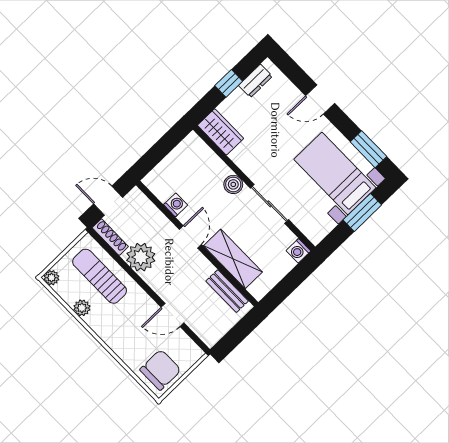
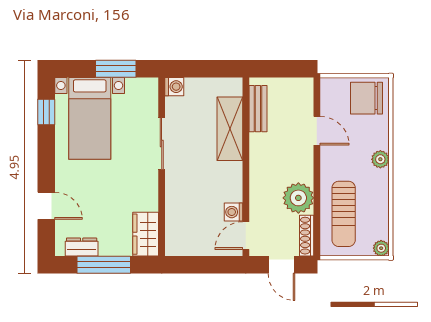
window: (229, 83) -> (104, 265), width x2.17
door: (320, 99) -> (46, 206), moved
window: (368, 149) -> (46, 112), width x0.67
boiler: (233, 184) -> (175, 185), removed
window: (362, 212) -> (116, 69), moved
door: (190, 237) -> (246, 236), moved
plant: (82, 308) -> (380, 159), moved

